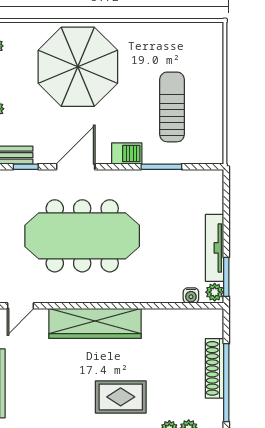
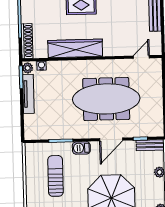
sun lounger: (172, 107) -> (55, 176), turned 180
wardrobe: (95, 323) -> (75, 48), moved
shoe rack: (214, 368) -> (27, 41), moved

